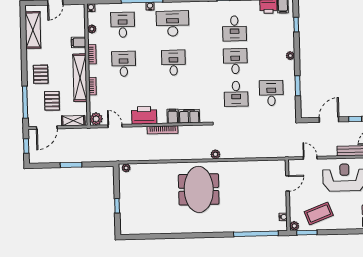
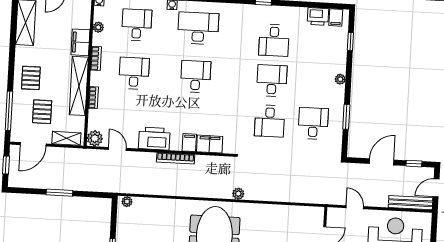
filing cabinet: (78, 42) -> (80, 42), width x2.00

